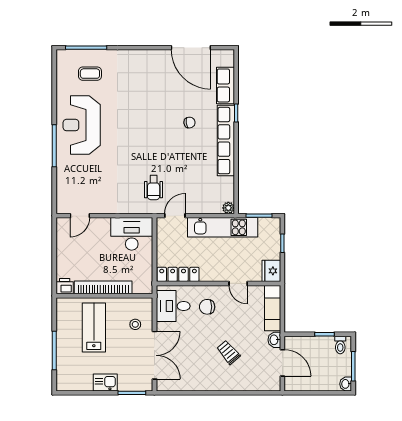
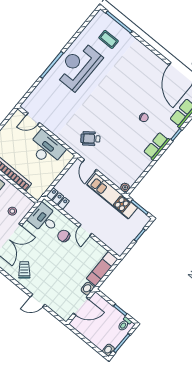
row of seats: (226, 141) -> (157, 146), width x0.50
wheelchair: (154, 188) -> (90, 139), turned 53
door: (175, 216) -> (89, 166), swing flipped
desk: (132, 234) -> (46, 148), moved
fridge: (271, 271) -> (120, 246), removed
locker: (178, 274) -> (58, 199), width x0.66
door: (238, 283) -> (85, 230), moved
trolley: (228, 352) -> (24, 270), moved
door: (282, 363) -> (81, 306), hinge flipped
door: (234, 393) -> (38, 301), added

